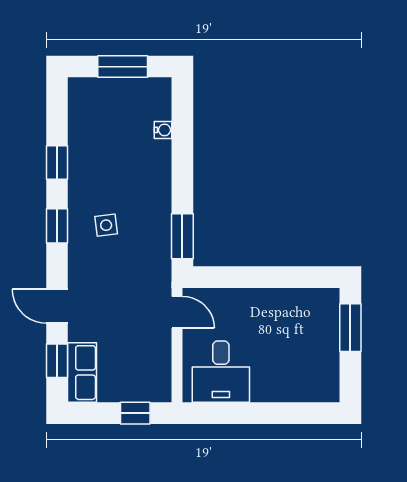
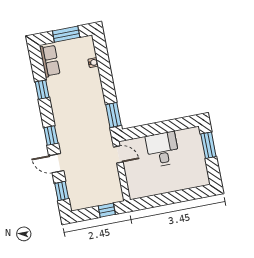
side table: (106, 225) -> (73, 117), removed
window: (57, 226) -> (51, 135), moved
desk: (221, 372) -> (163, 149), moved, turned 180
row of seats: (82, 373) -> (50, 61), moved

